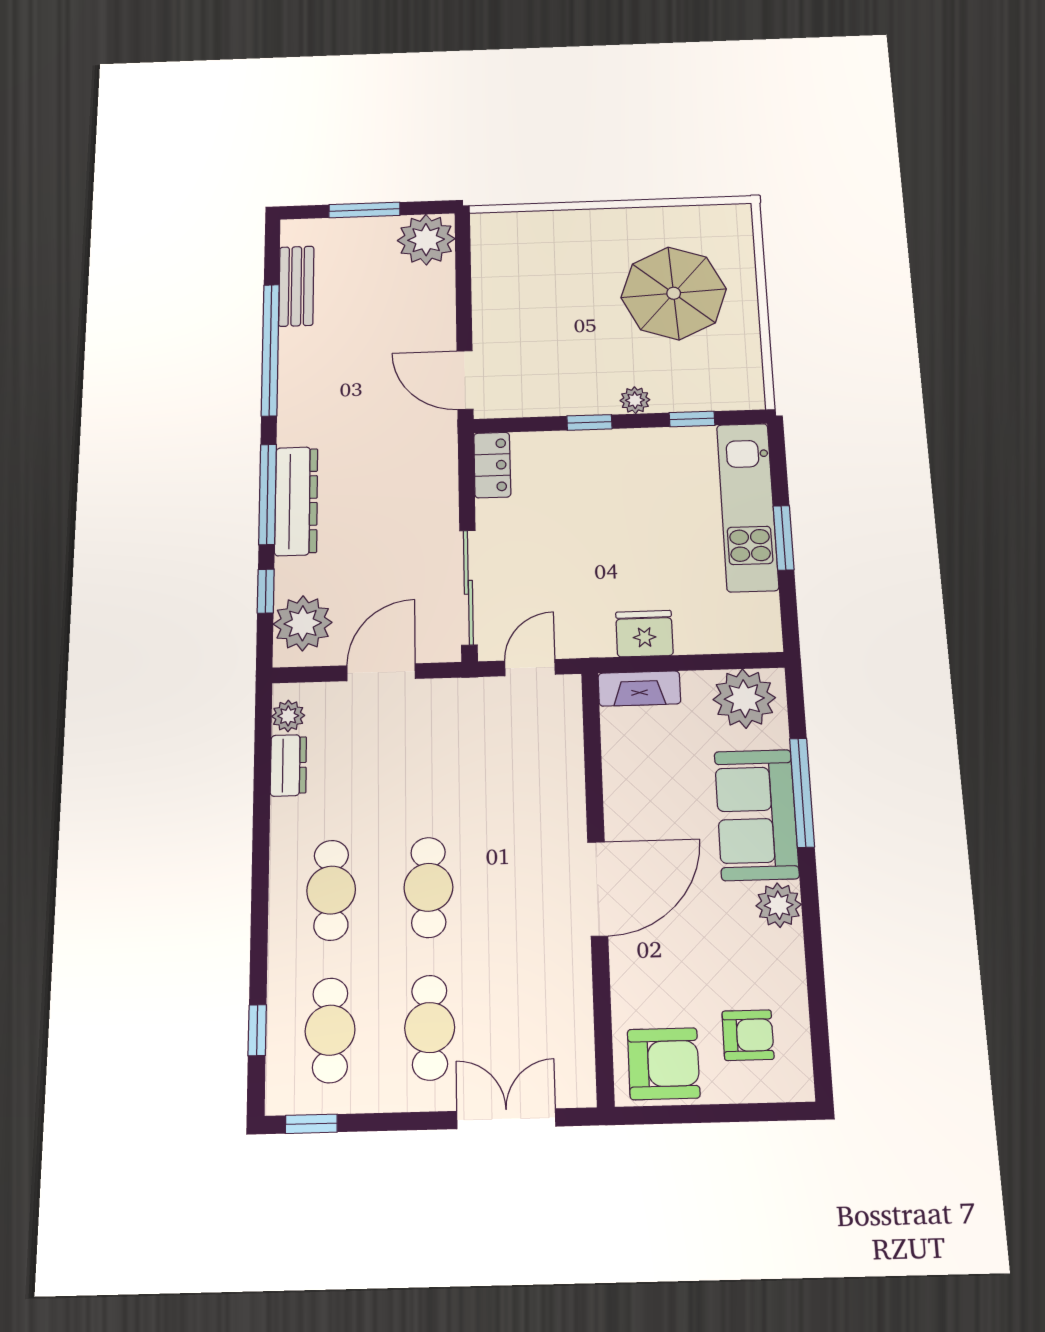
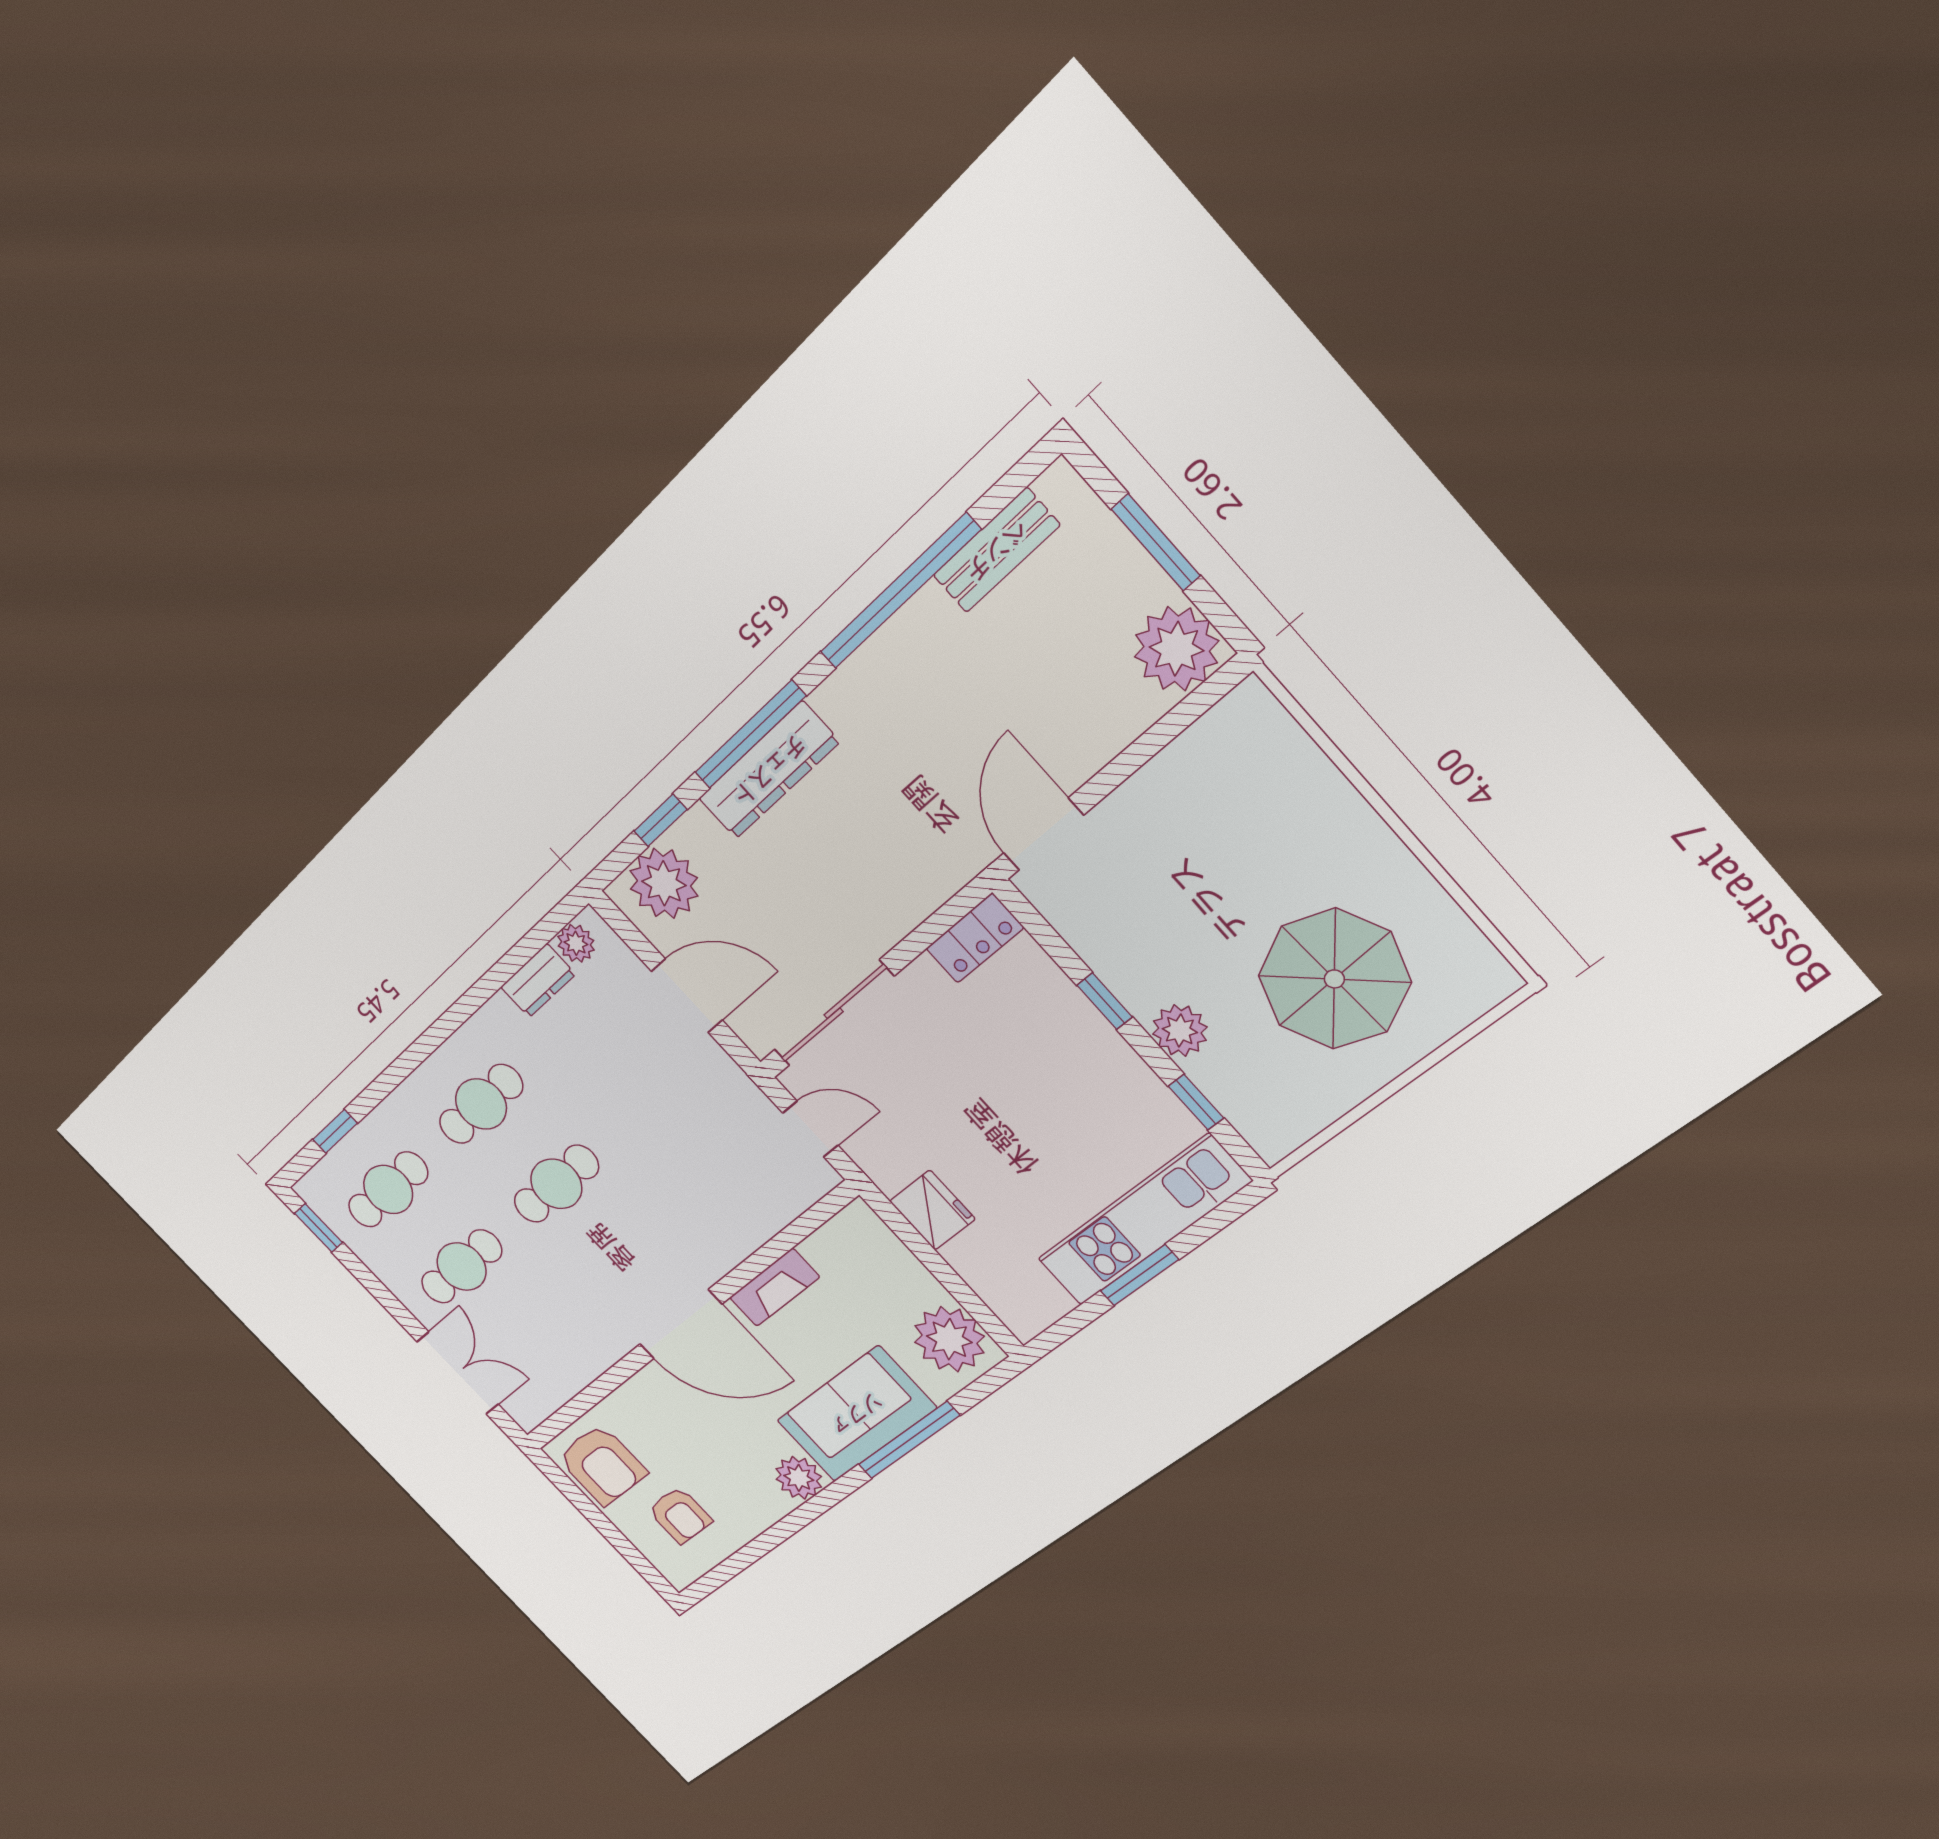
plant: (635, 400) -> (1180, 1031), width x1.38, depth x1.38
fireplace: (639, 689) -> (774, 1287), moved, turned -90

